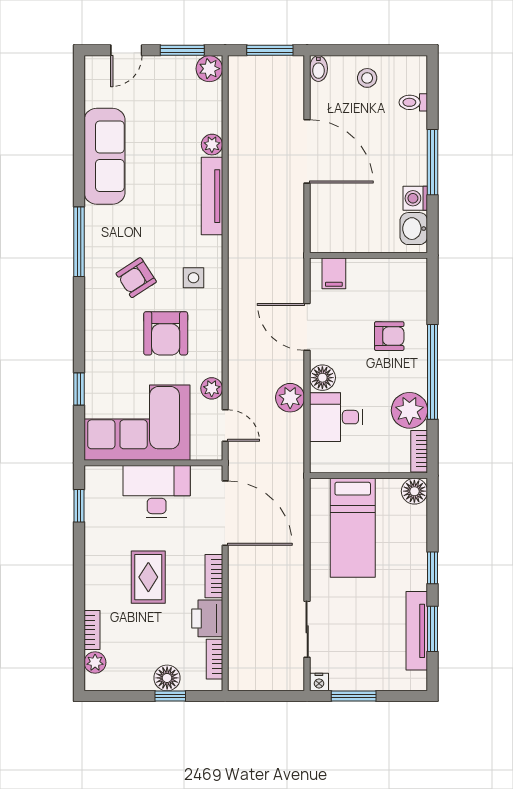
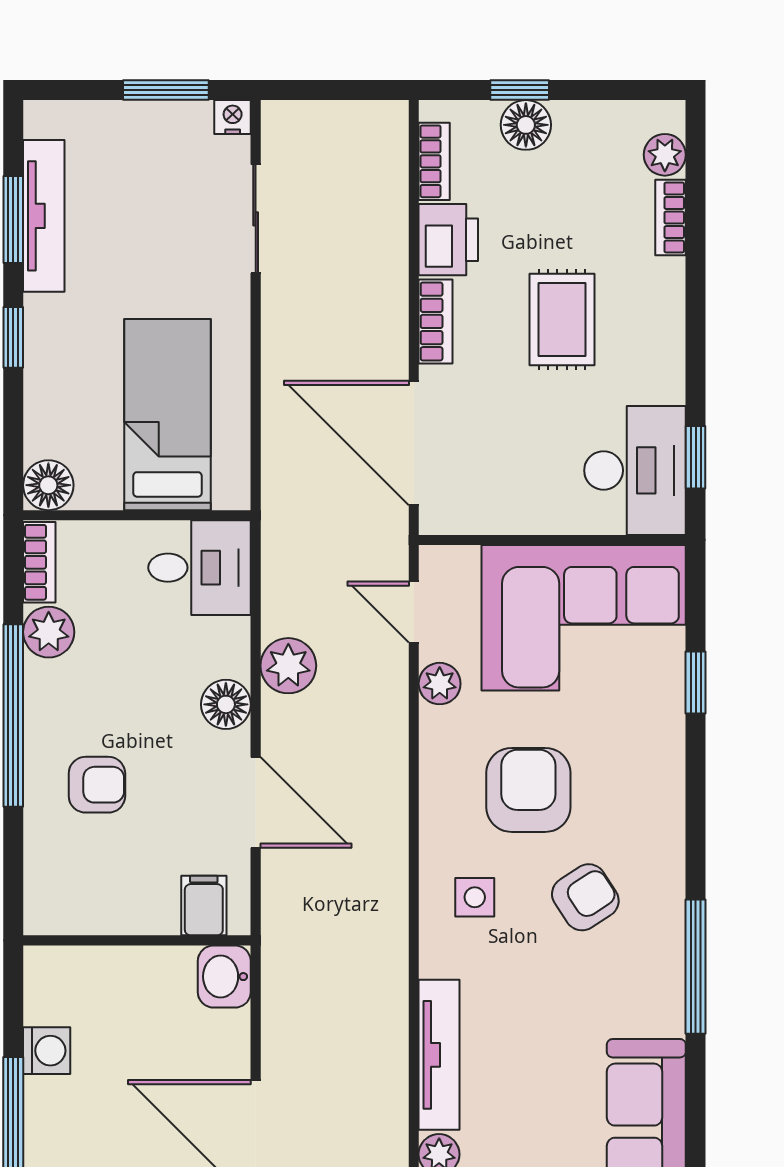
washbasin: (414, 229) -> (224, 977), moved, turned 180
armchair: (389, 336) -> (97, 785), turned 180
plant: (409, 410) -> (49, 632), width x0.73, depth x0.73
desk: (336, 417) -> (200, 568), moved
desk: (157, 492) -> (635, 470), moved, turned -90

